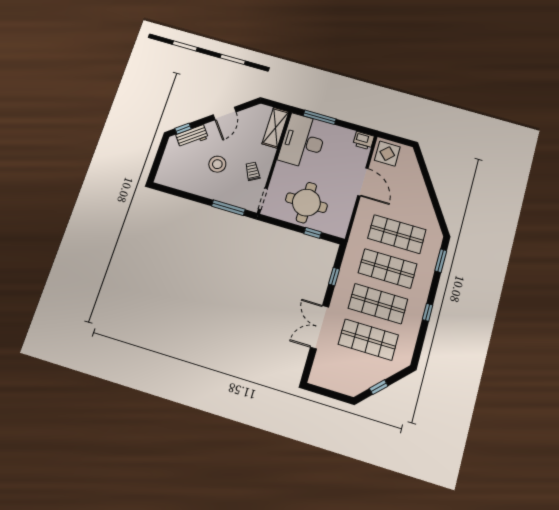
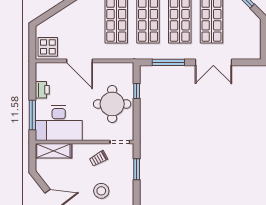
printer: (363, 141) -> (42, 90), moved
door: (363, 182) -> (79, 61), swing flipped
window: (228, 208) -> (137, 169), width x0.69
window: (334, 277) -> (168, 62), width x2.17

